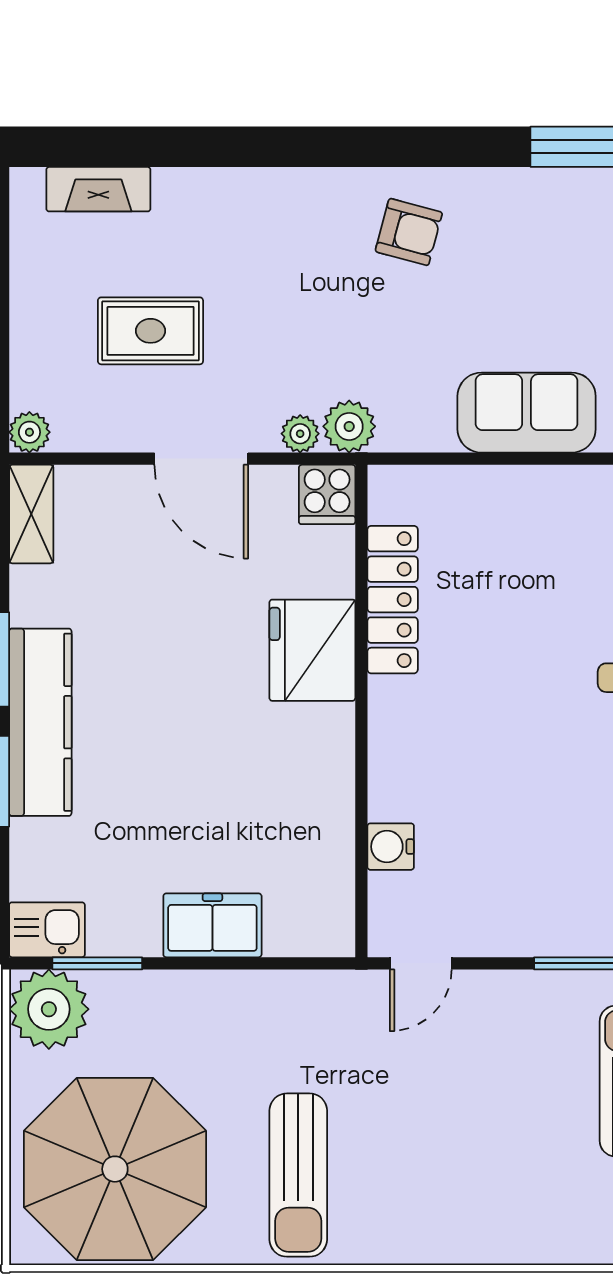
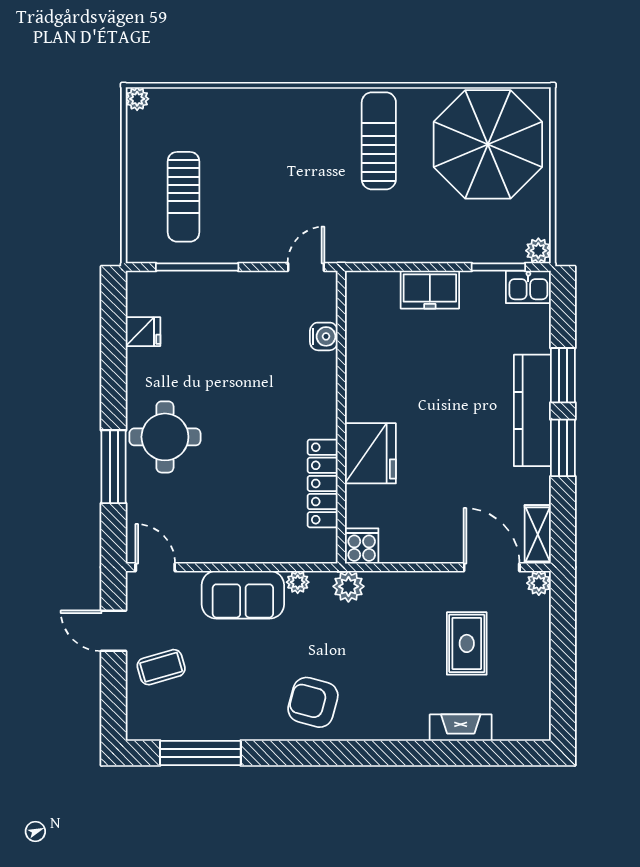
fireplace: (98, 189) -> (461, 728), moved
armchair: (409, 232) -> (313, 702), width x1.38, depth x1.38
rug: (150, 331) -> (467, 643), turned 90
plant: (300, 434) -> (298, 582), moved
door: (201, 459) -> (492, 567), moved
plant: (49, 1009) -> (538, 251), width x0.53, depth x0.53

